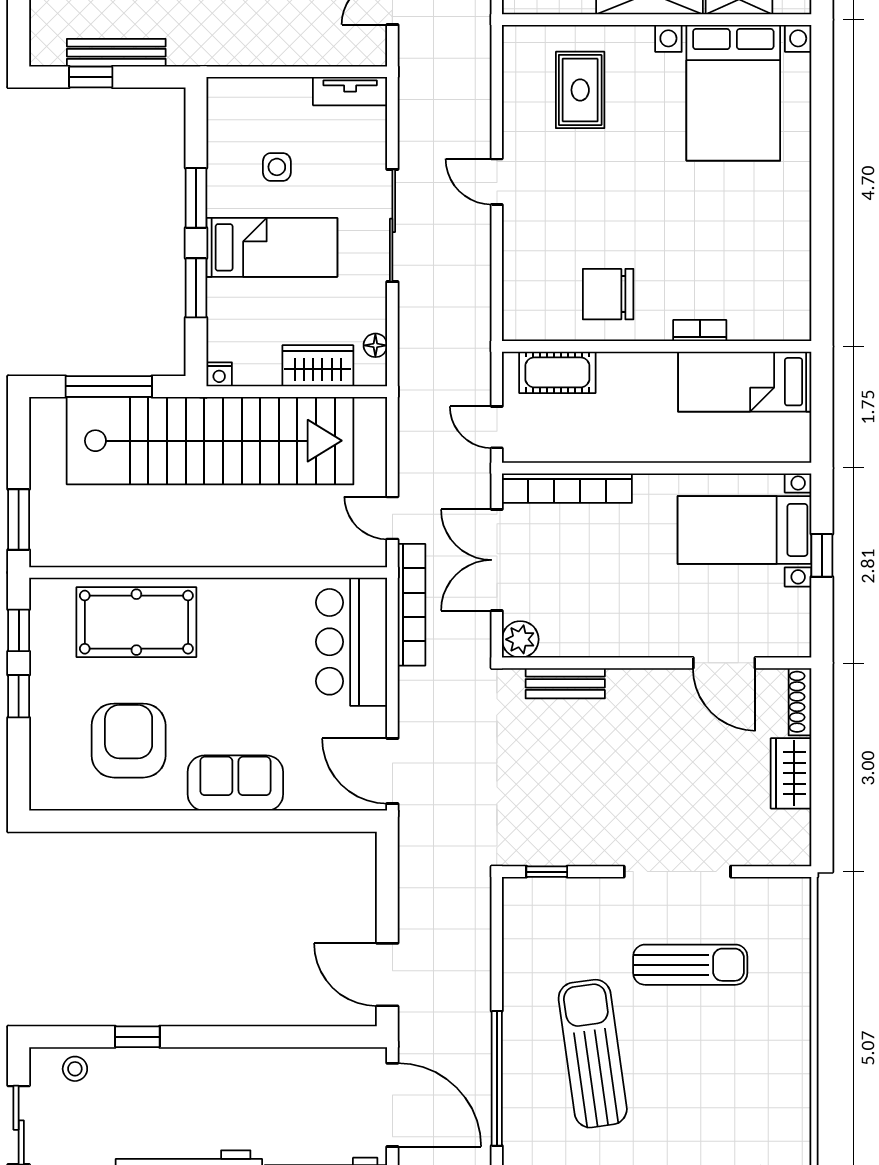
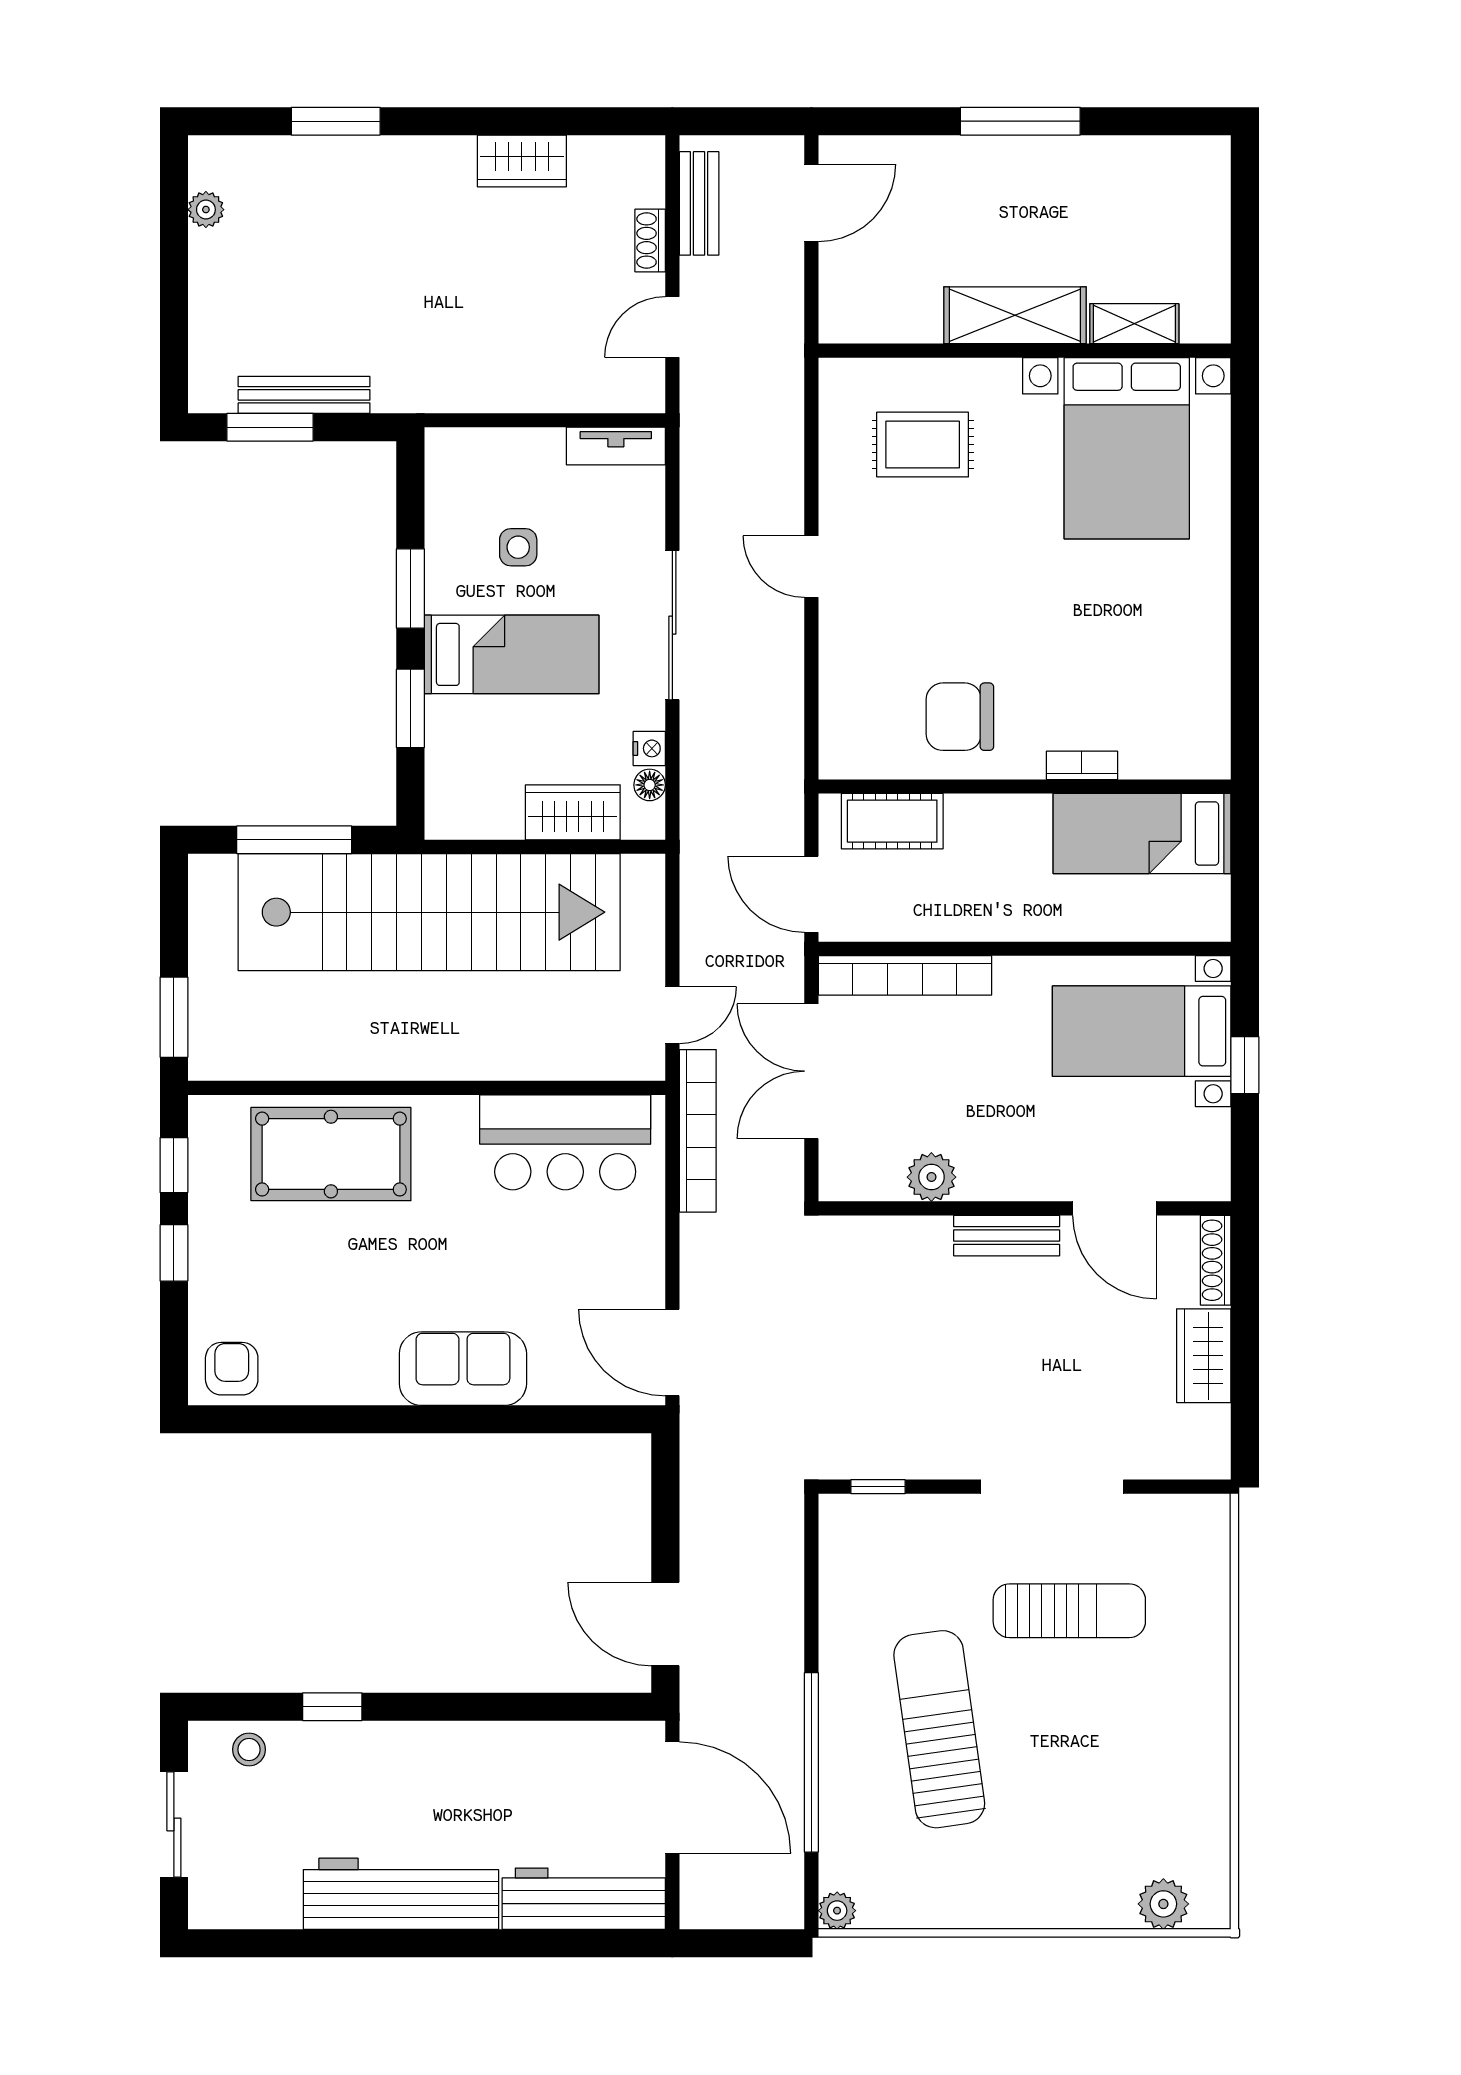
window: (91, 77) -> (270, 427), width x1.50
rug: (580, 90) -> (923, 445), turned 90
nightstand: (219, 374) -> (649, 748), moved, turned -90
door: (497, 427) -> (811, 894), width x1.38
door: (392, 518) -> (672, 1015), swing flipped
plant: (520, 639) -> (931, 1177), moved
bar counter: (352, 642) -> (565, 1142), moved, turned -90
bench: (565, 683) -> (1007, 1236), moved
armchair: (129, 741) -> (232, 1369), moved, width x0.53, depth x0.53

